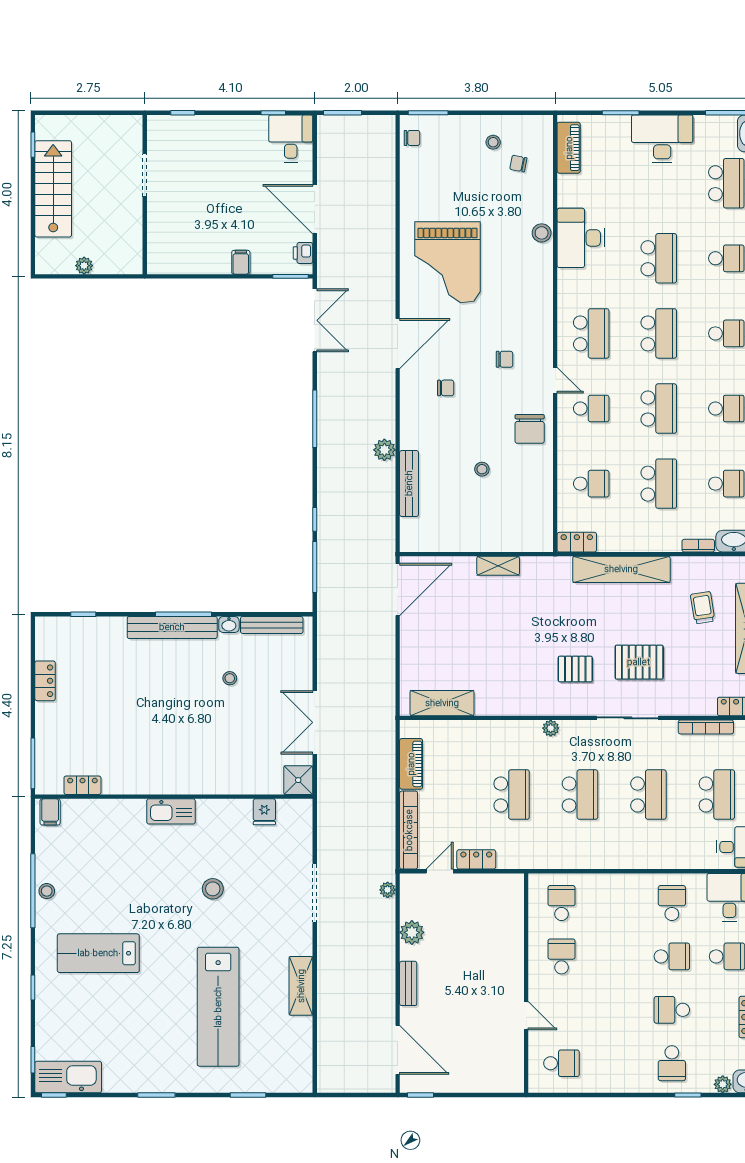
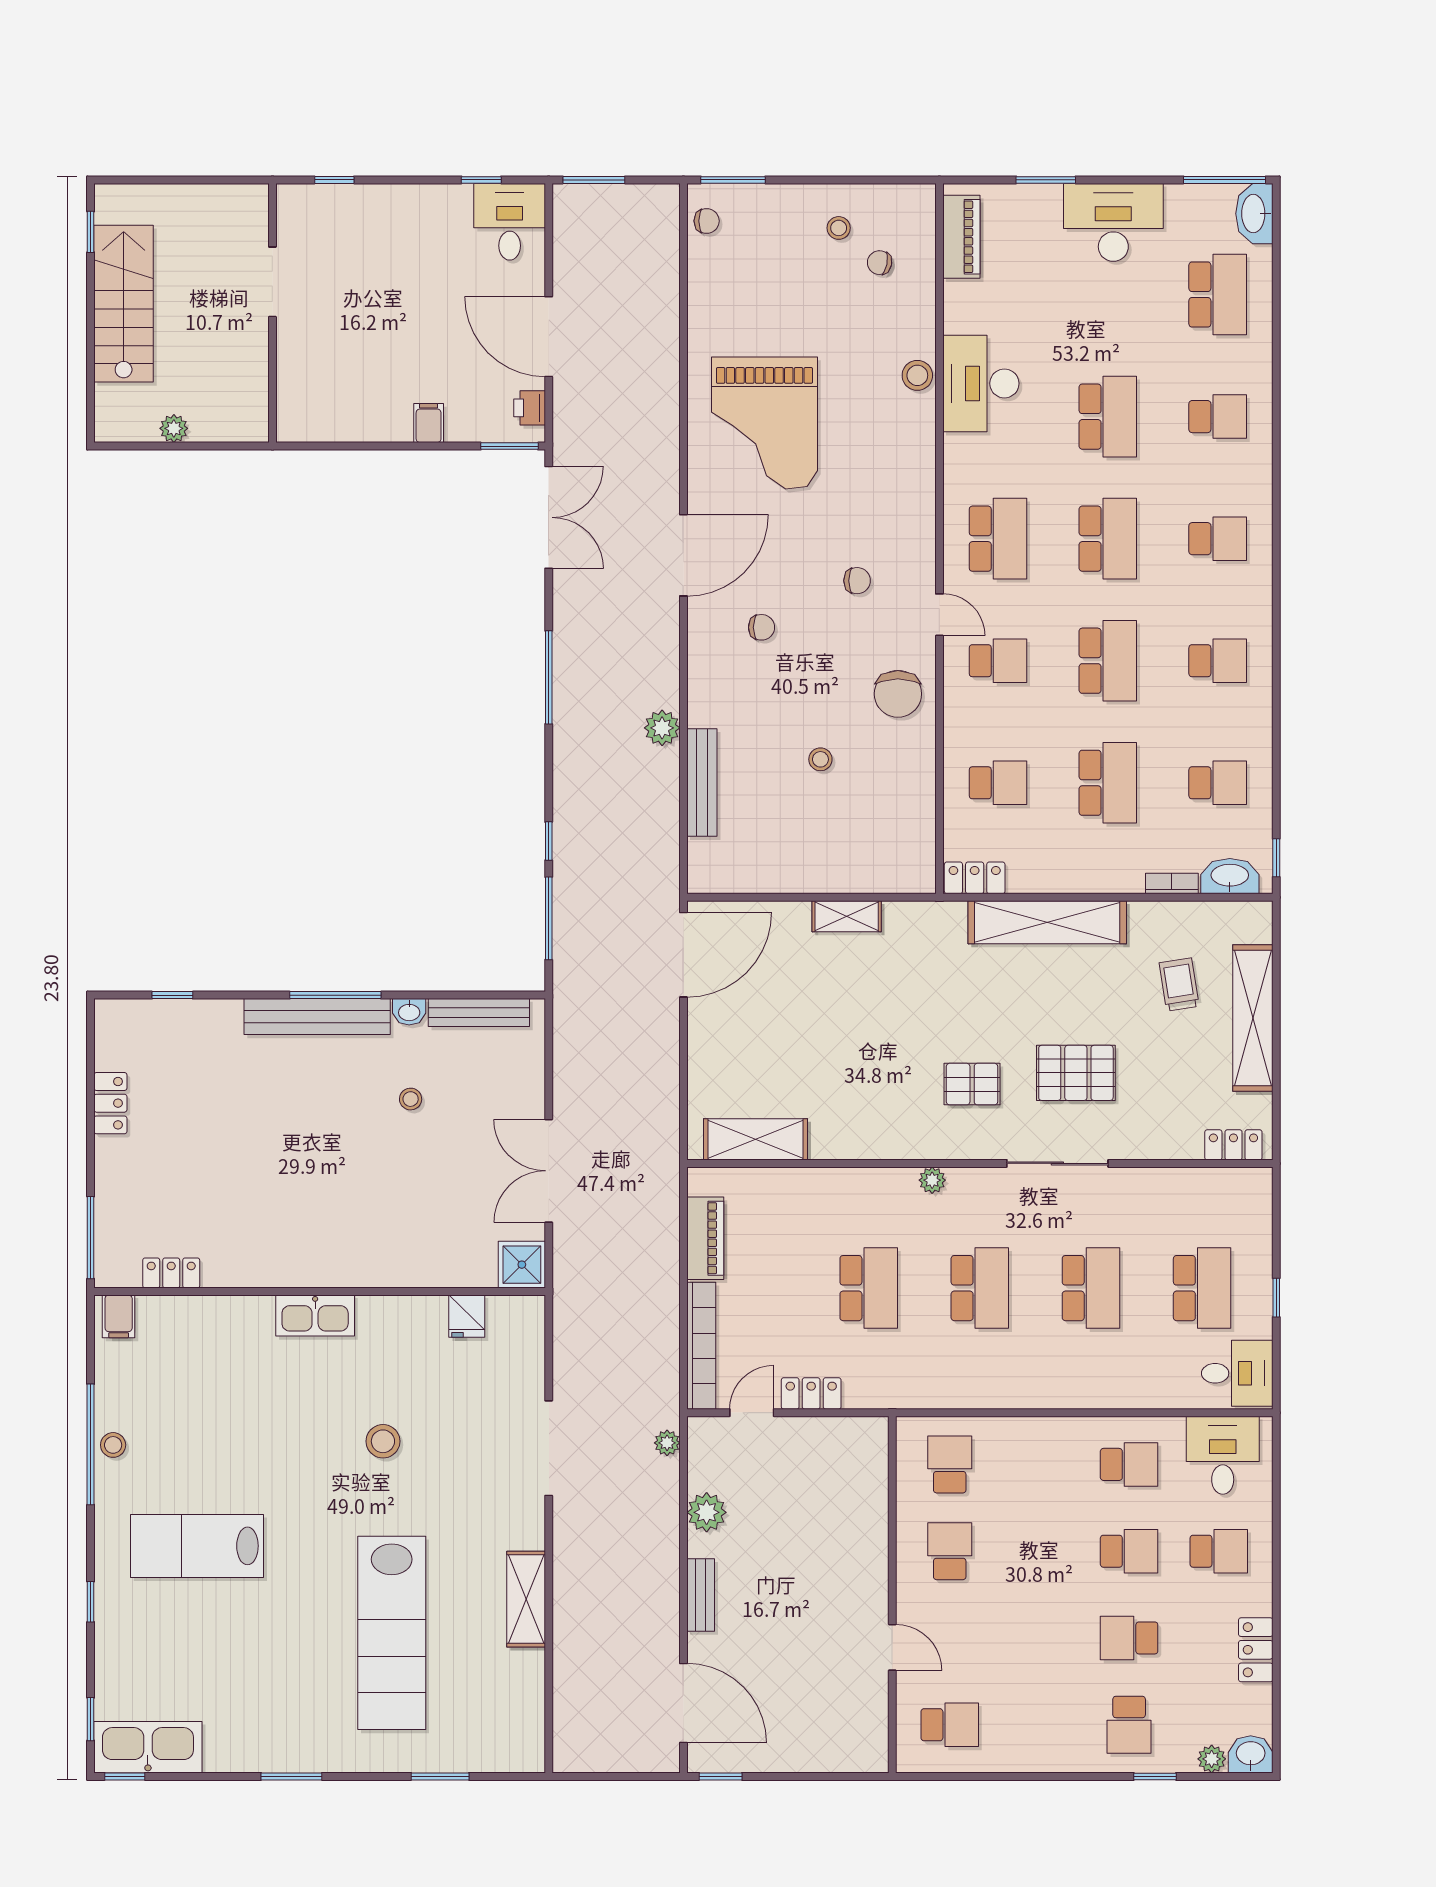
bookcase: (706, 727) -> (1184, 1178), removed
school desk: (672, 903) -> (1129, 1464), turned 90

